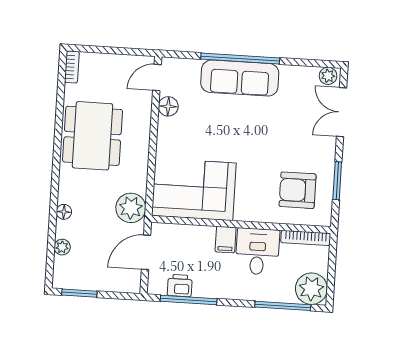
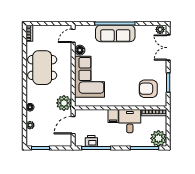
corner sofa: (194, 189) -> (89, 77), moved, turned 90

